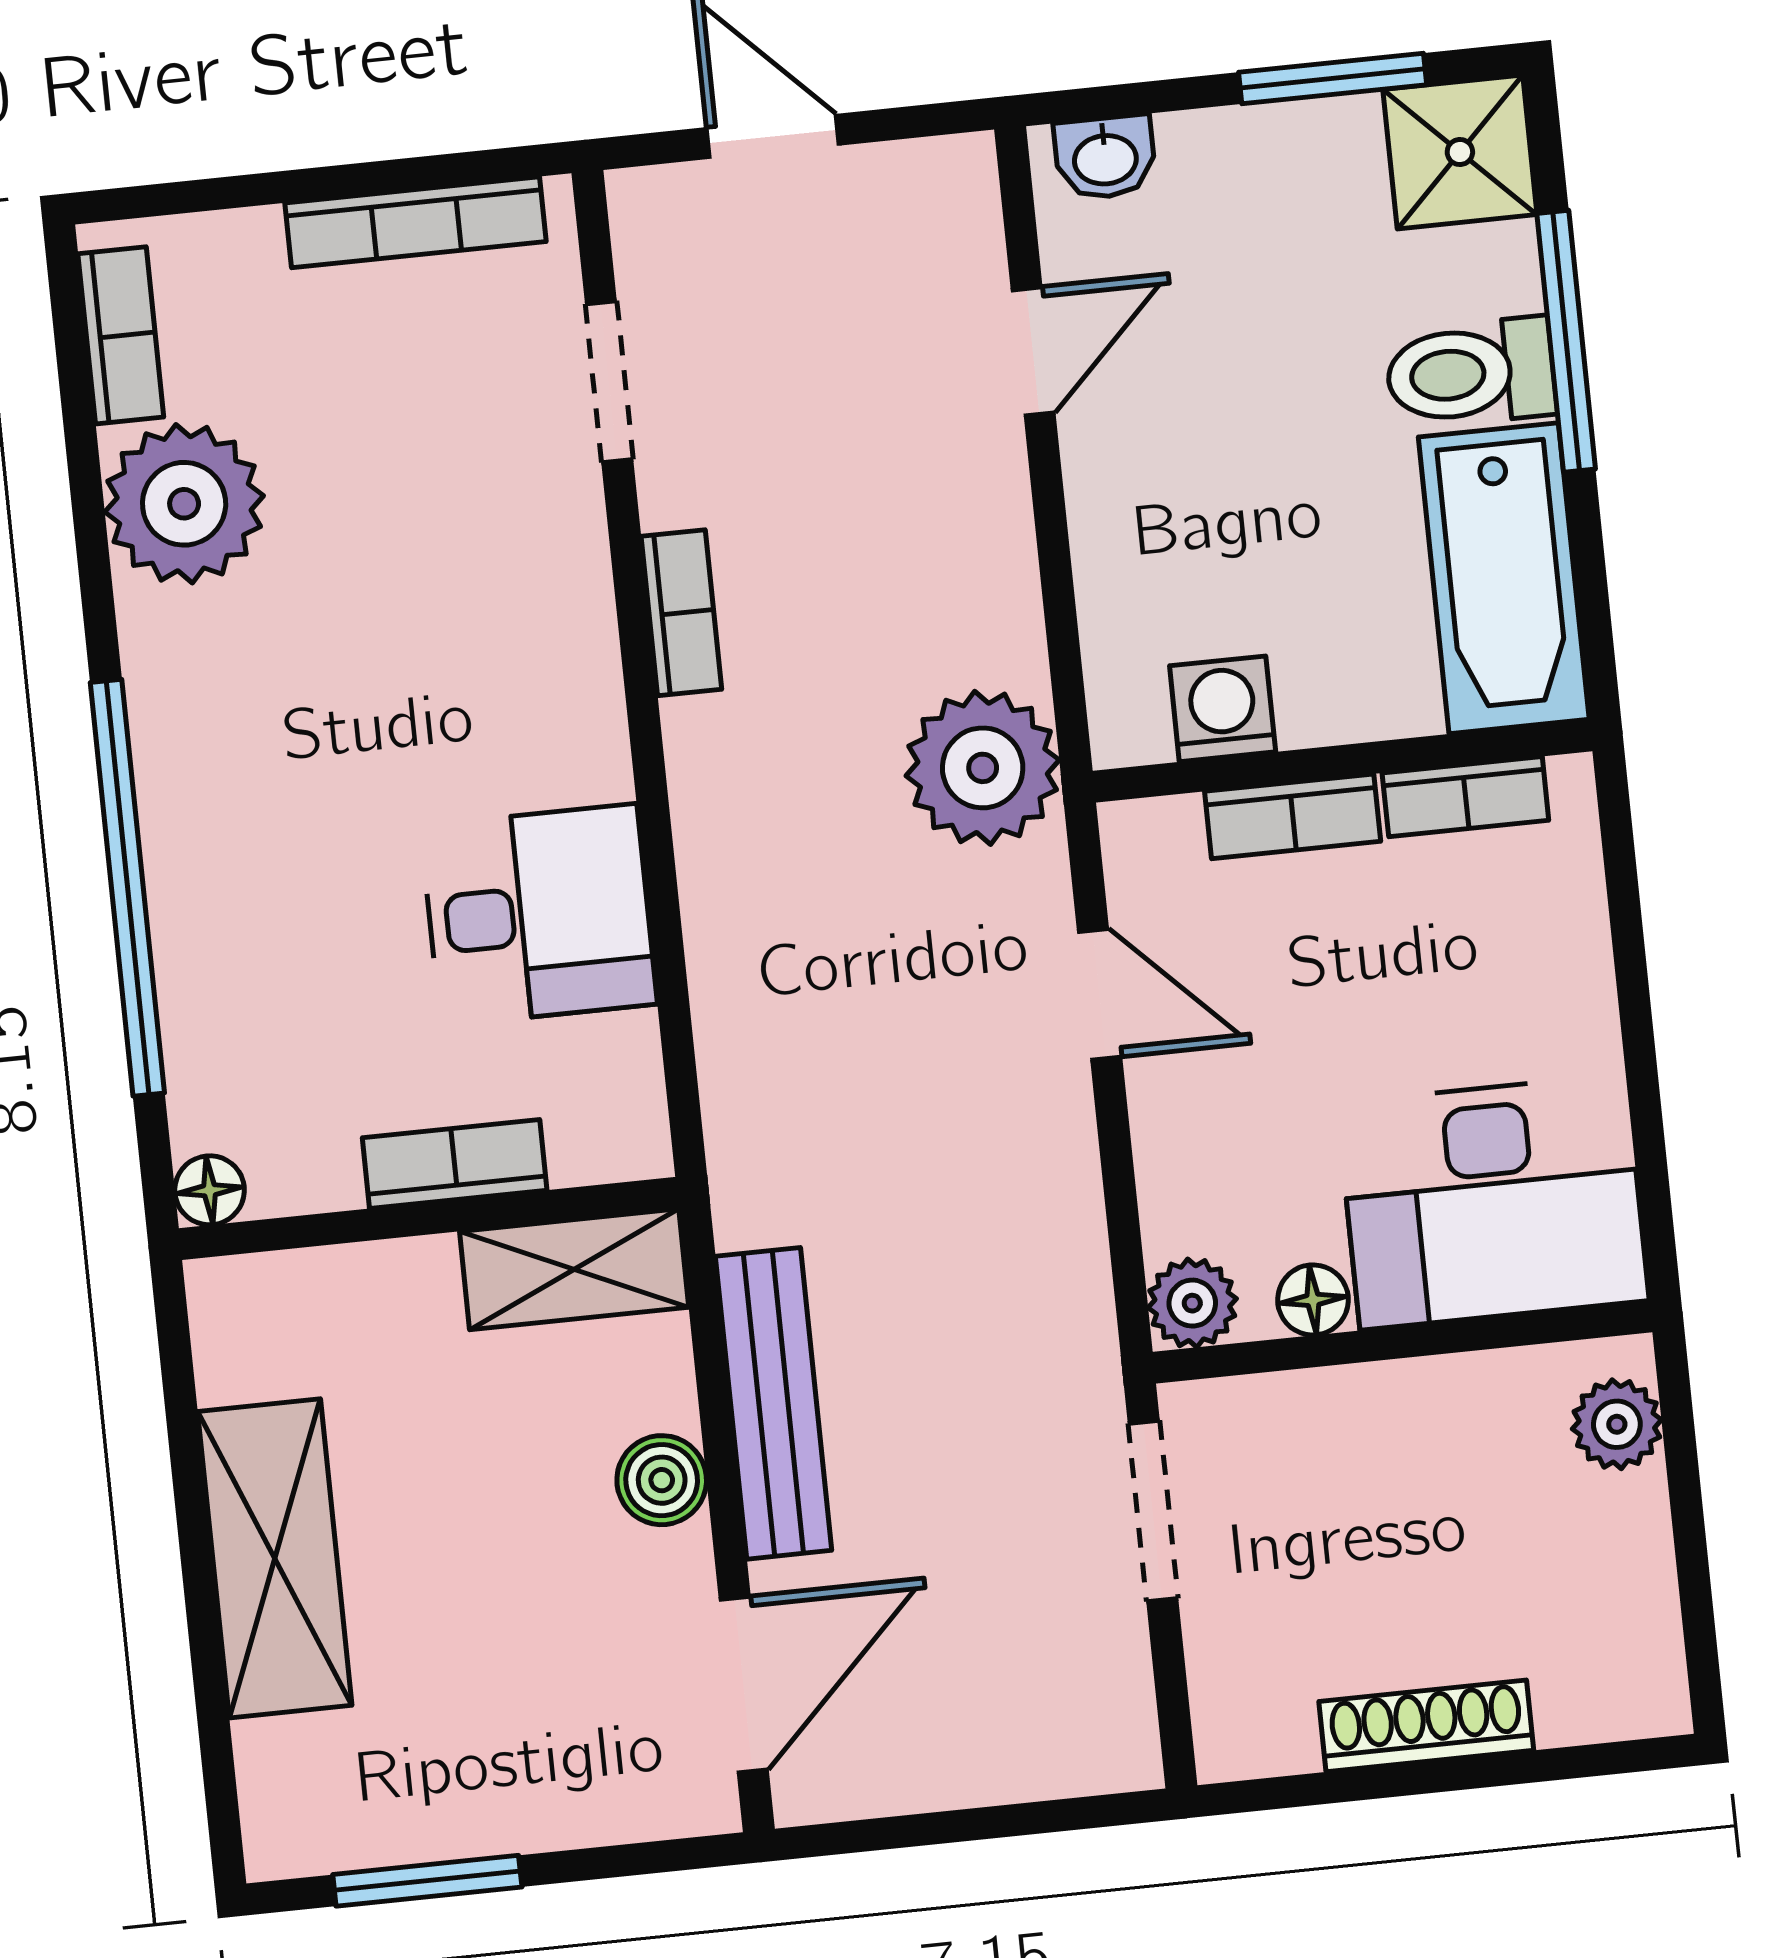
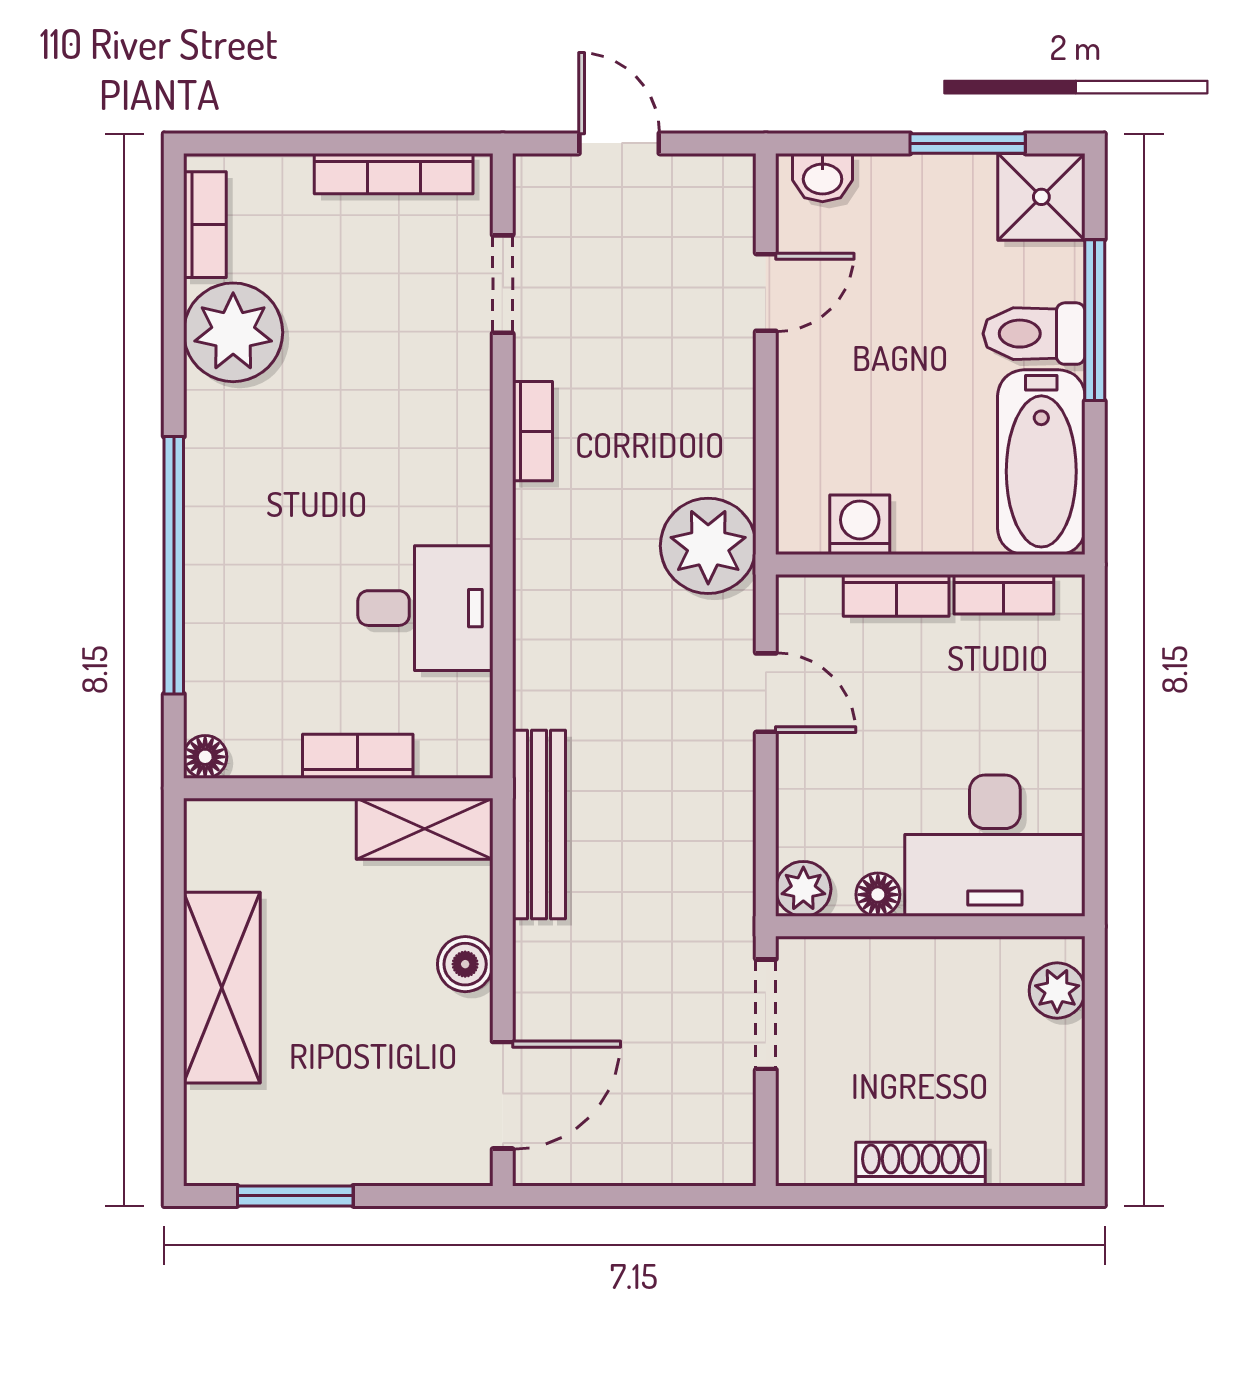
bench: (774, 1403) -> (539, 825), moved

